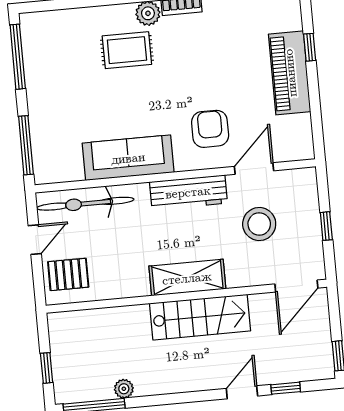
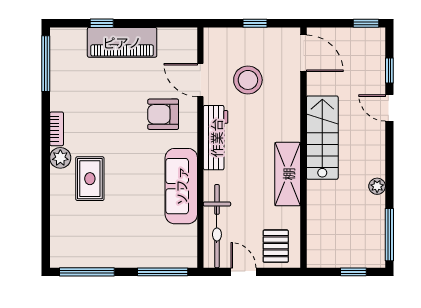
shelving: (187, 278) -> (288, 174), moved
plant: (124, 389) -> (377, 186), moved

